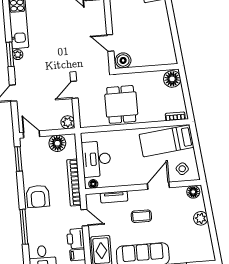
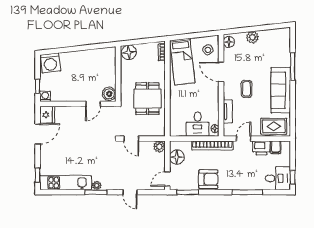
dining table: (121, 104) -> (147, 99), turned 90
desk: (96, 159) -> (198, 124), width x0.73
armchair: (38, 196) -> (208, 179), moved

